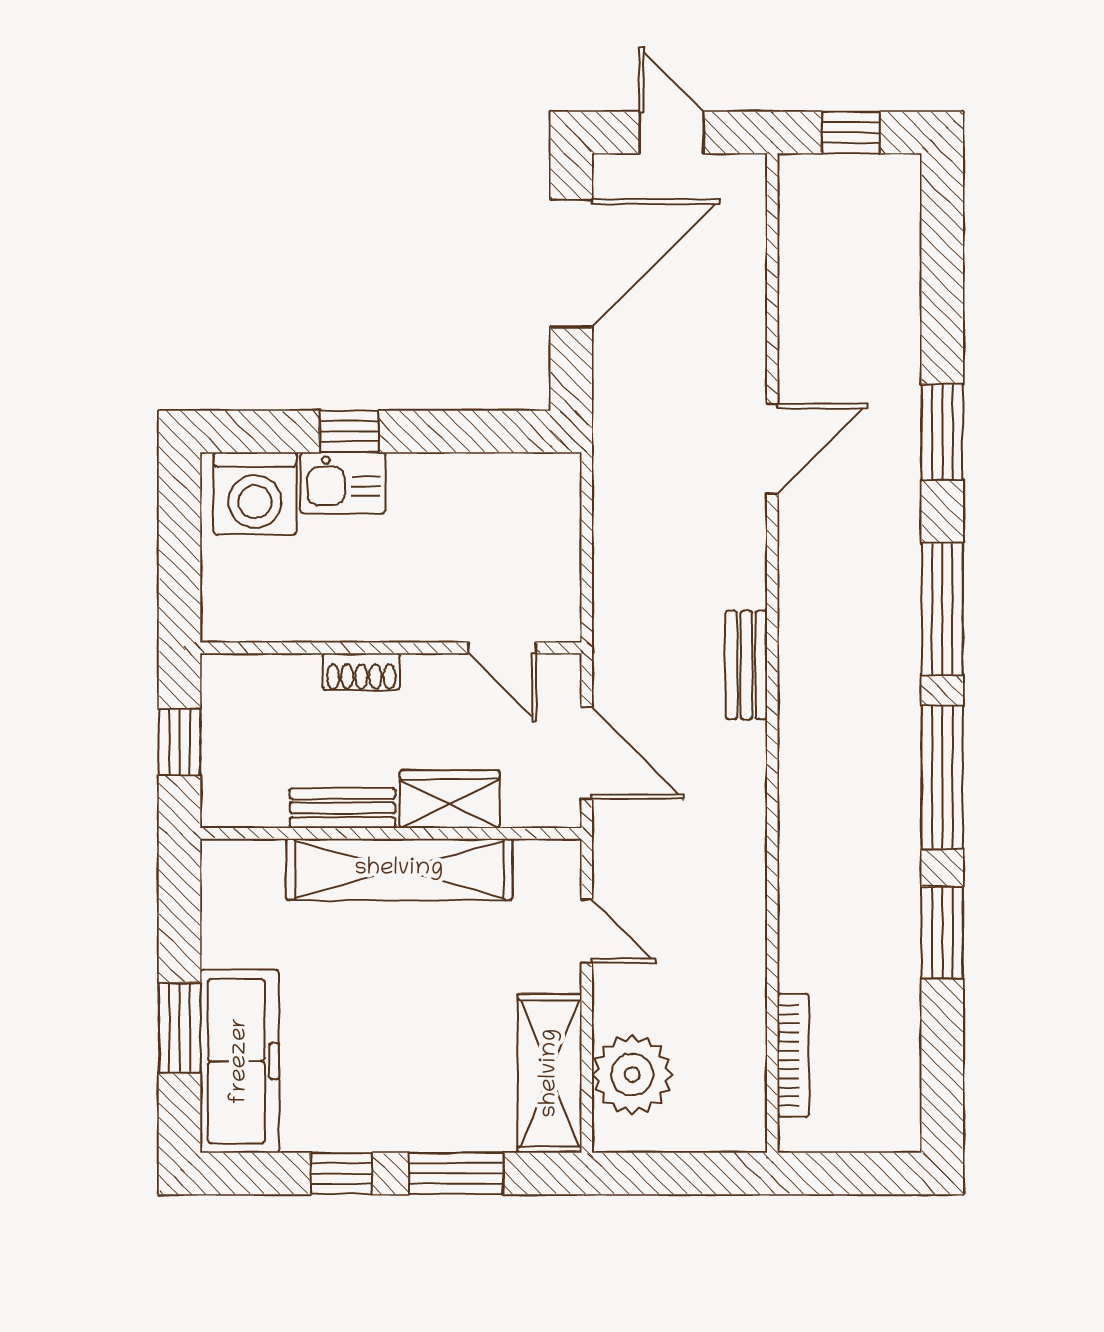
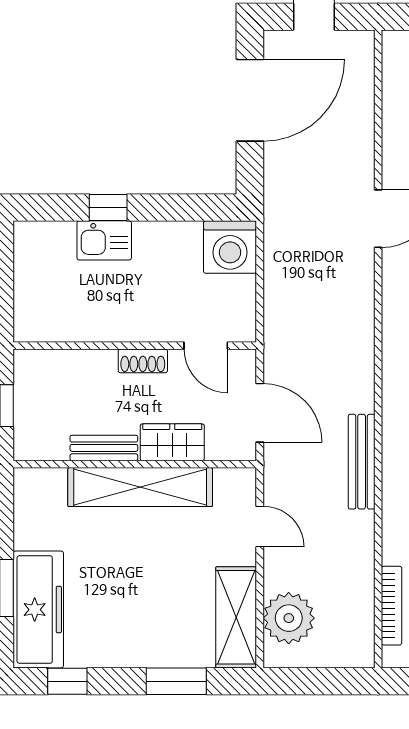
washing machine: (255, 493) -> (230, 247), moved
bench: (746, 665) -> (362, 462), moved, width x1.36
shoe rack: (361, 672) -> (143, 361), moved
window: (342, 1173) -> (67, 681), moved

